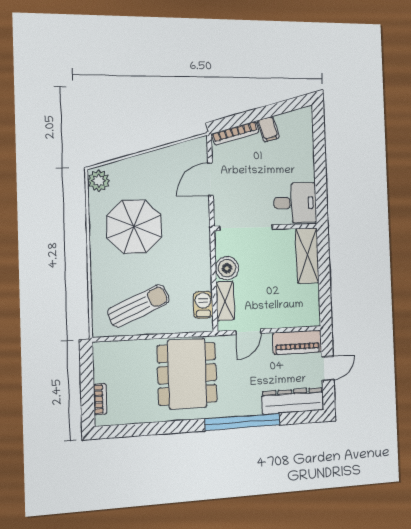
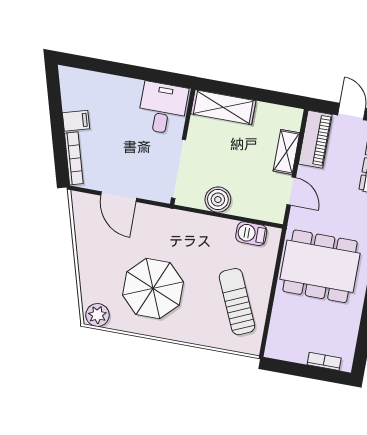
shelving: (225, 301) -> (286, 152), moved, turned 90

